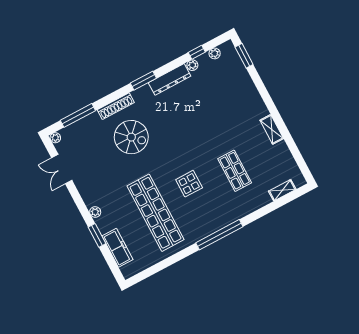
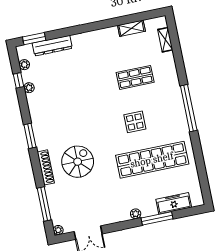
dresser: (170, 79) -> (52, 46), moved, turned 90
shelving: (272, 129) -> (131, 28), moved
window: (97, 235) -> (157, 218), width x1.44

